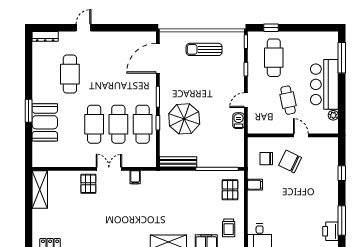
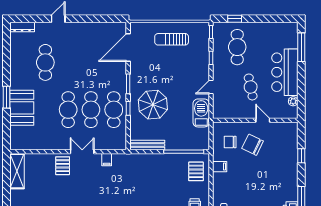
barbecue: (239, 121) -> (201, 113), width x1.88, depth x1.53

